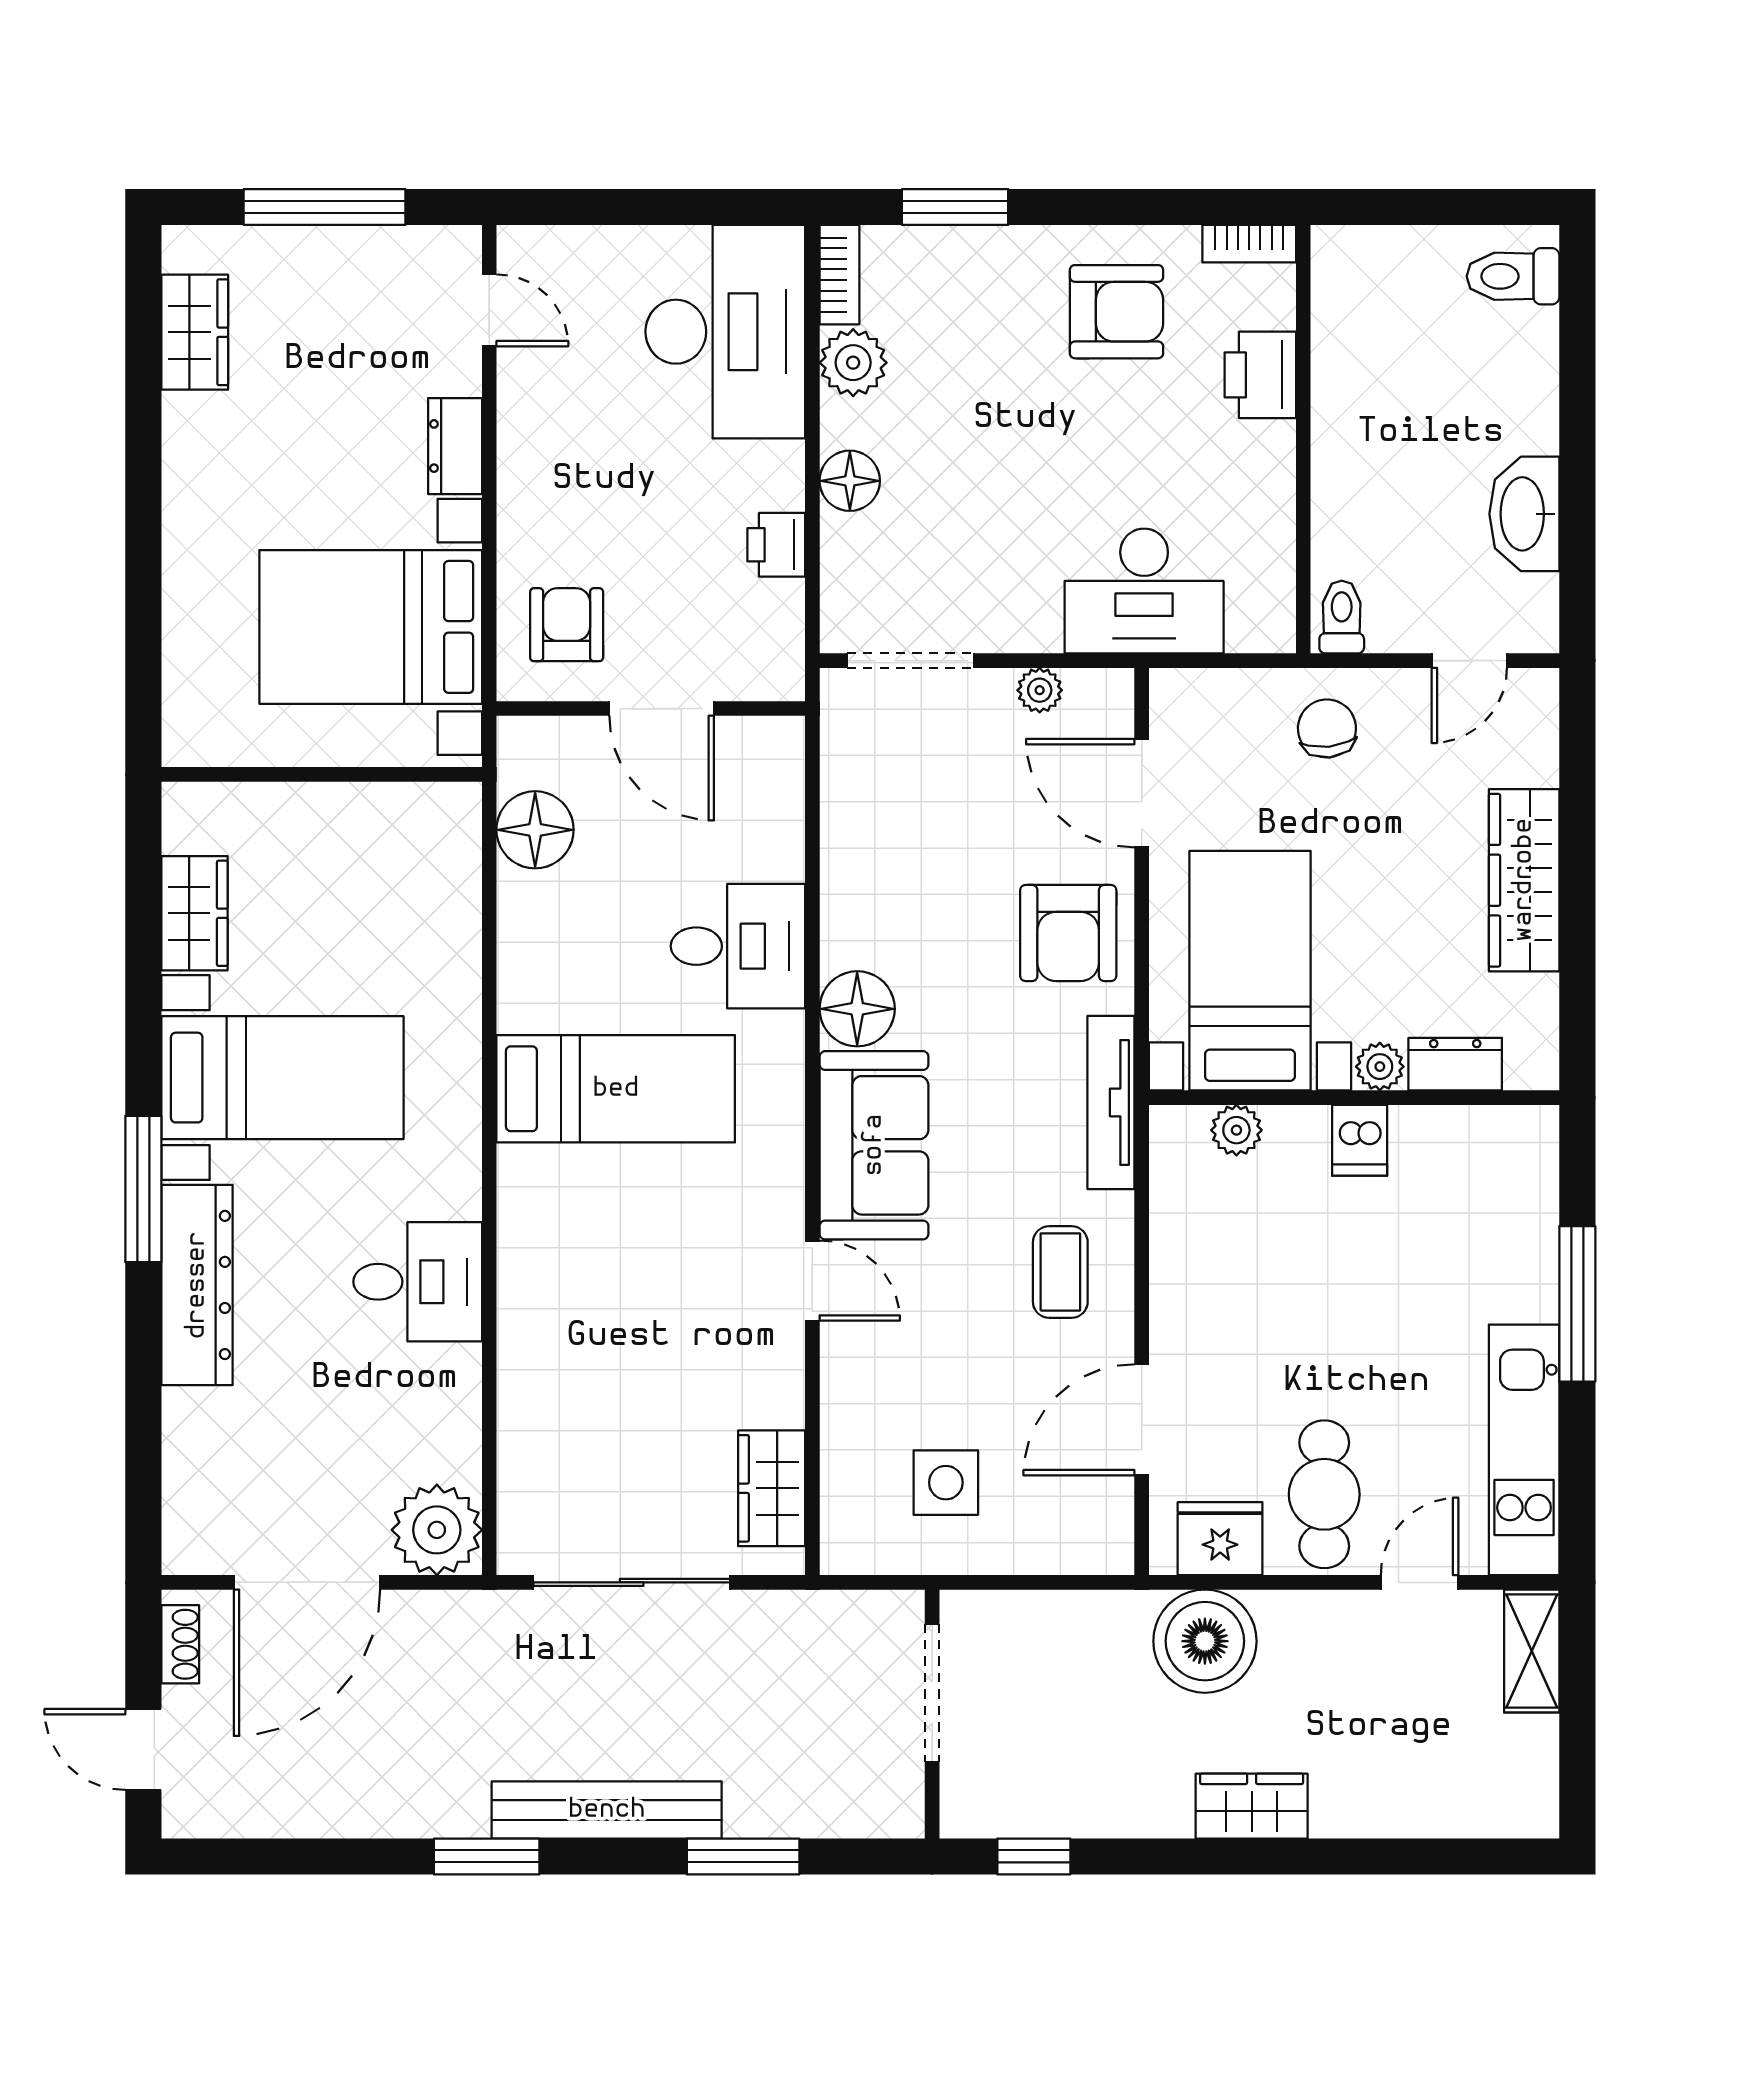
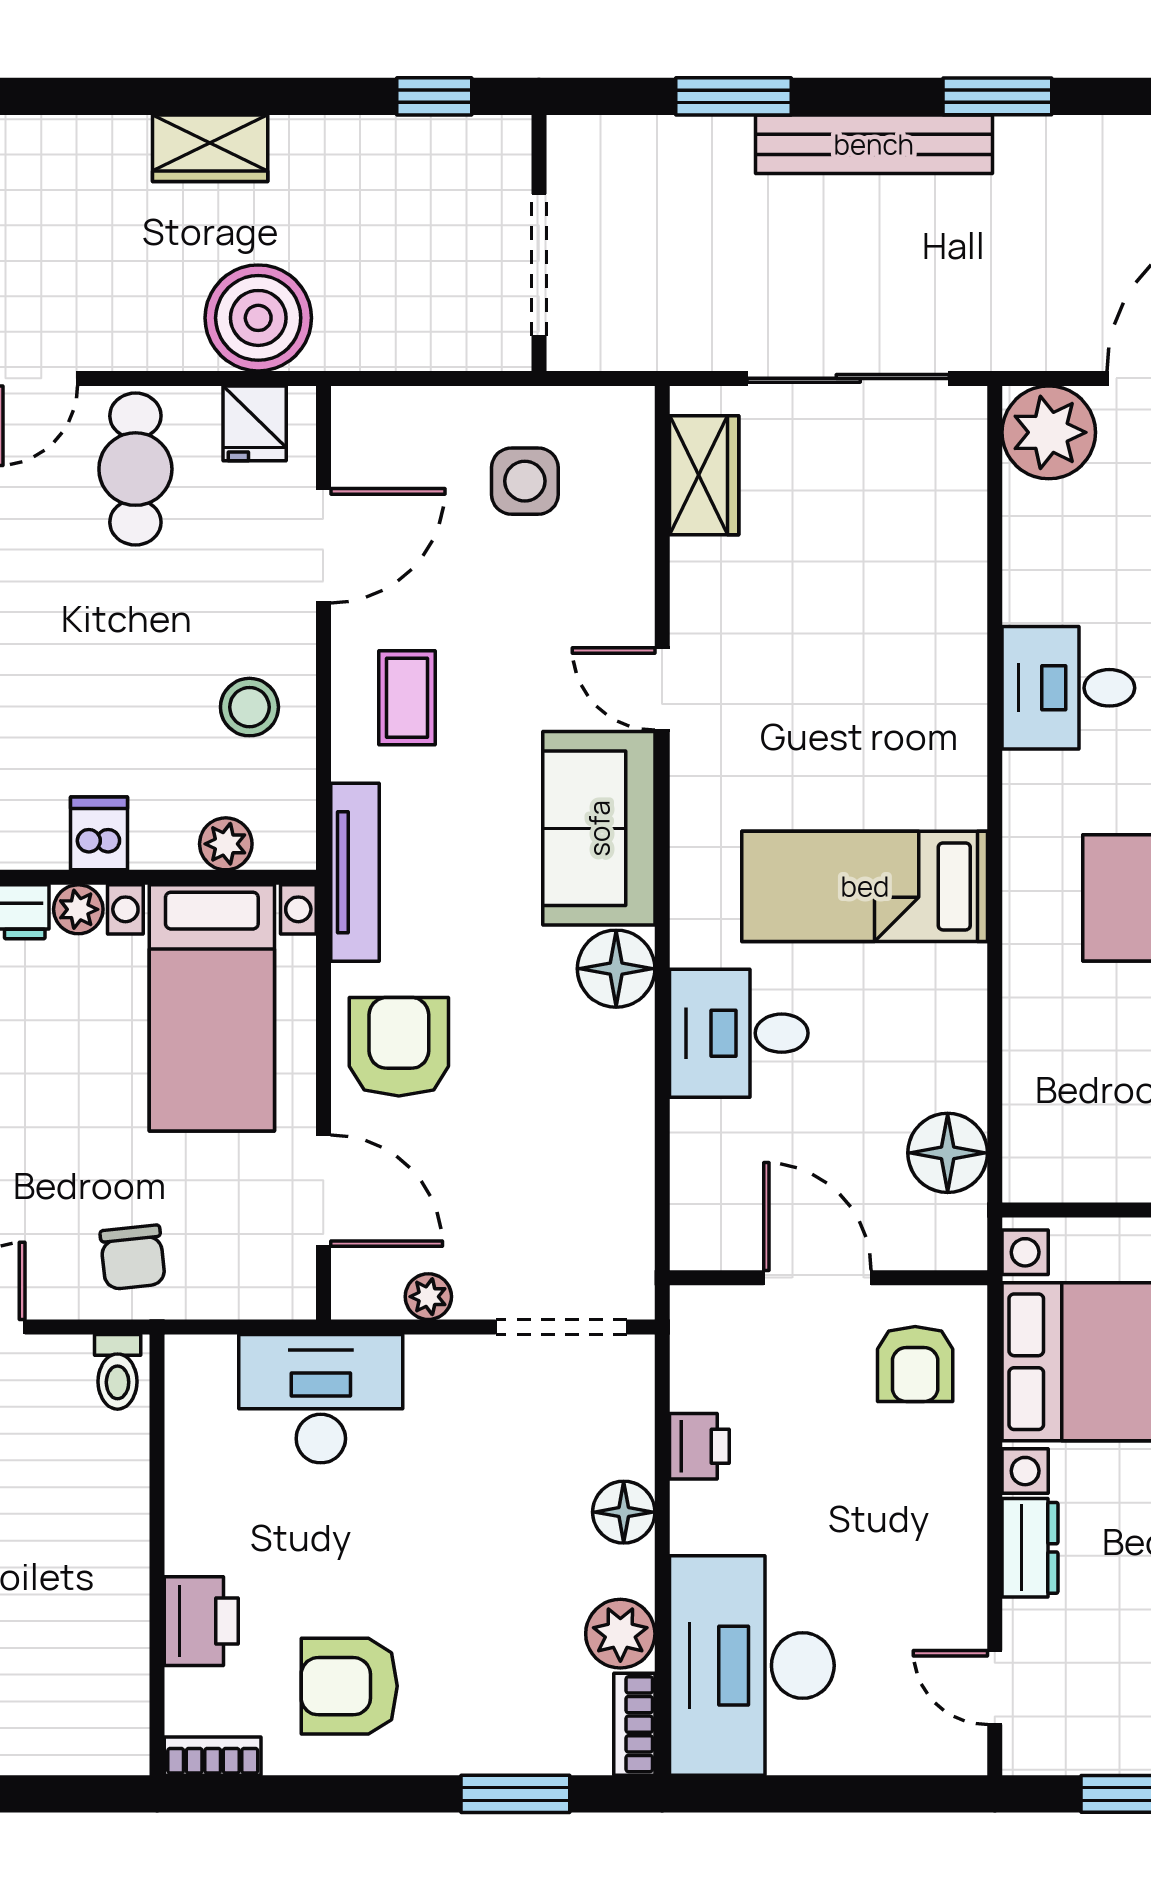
stool: (1213, 1263) -> (249, 707), added
fridge: (1220, 1539) -> (255, 423), width x0.72

